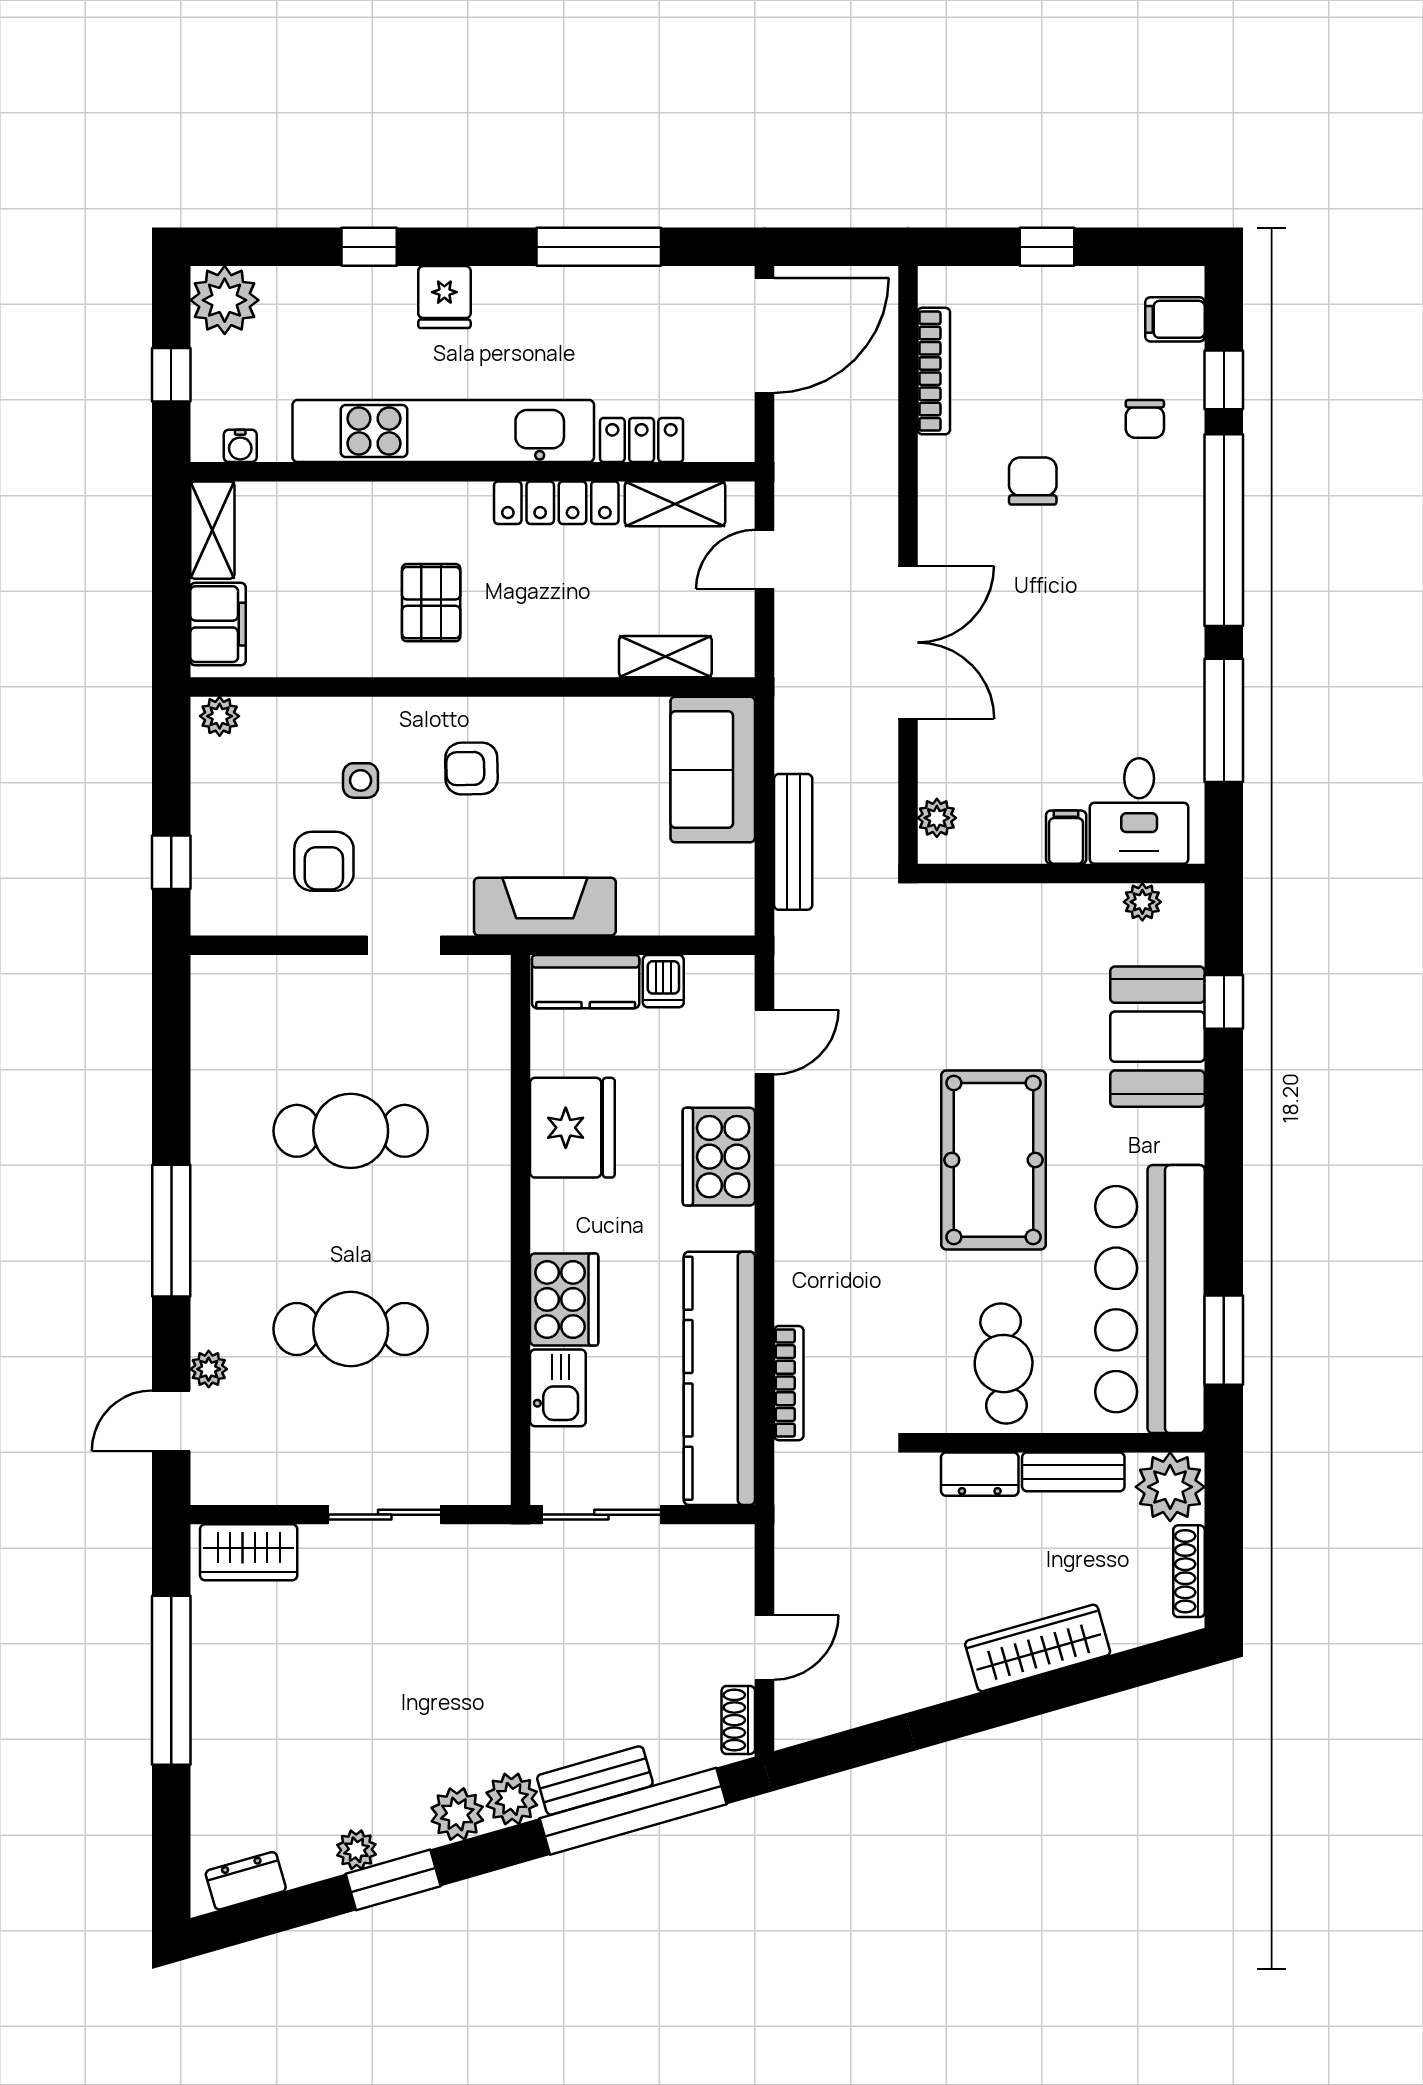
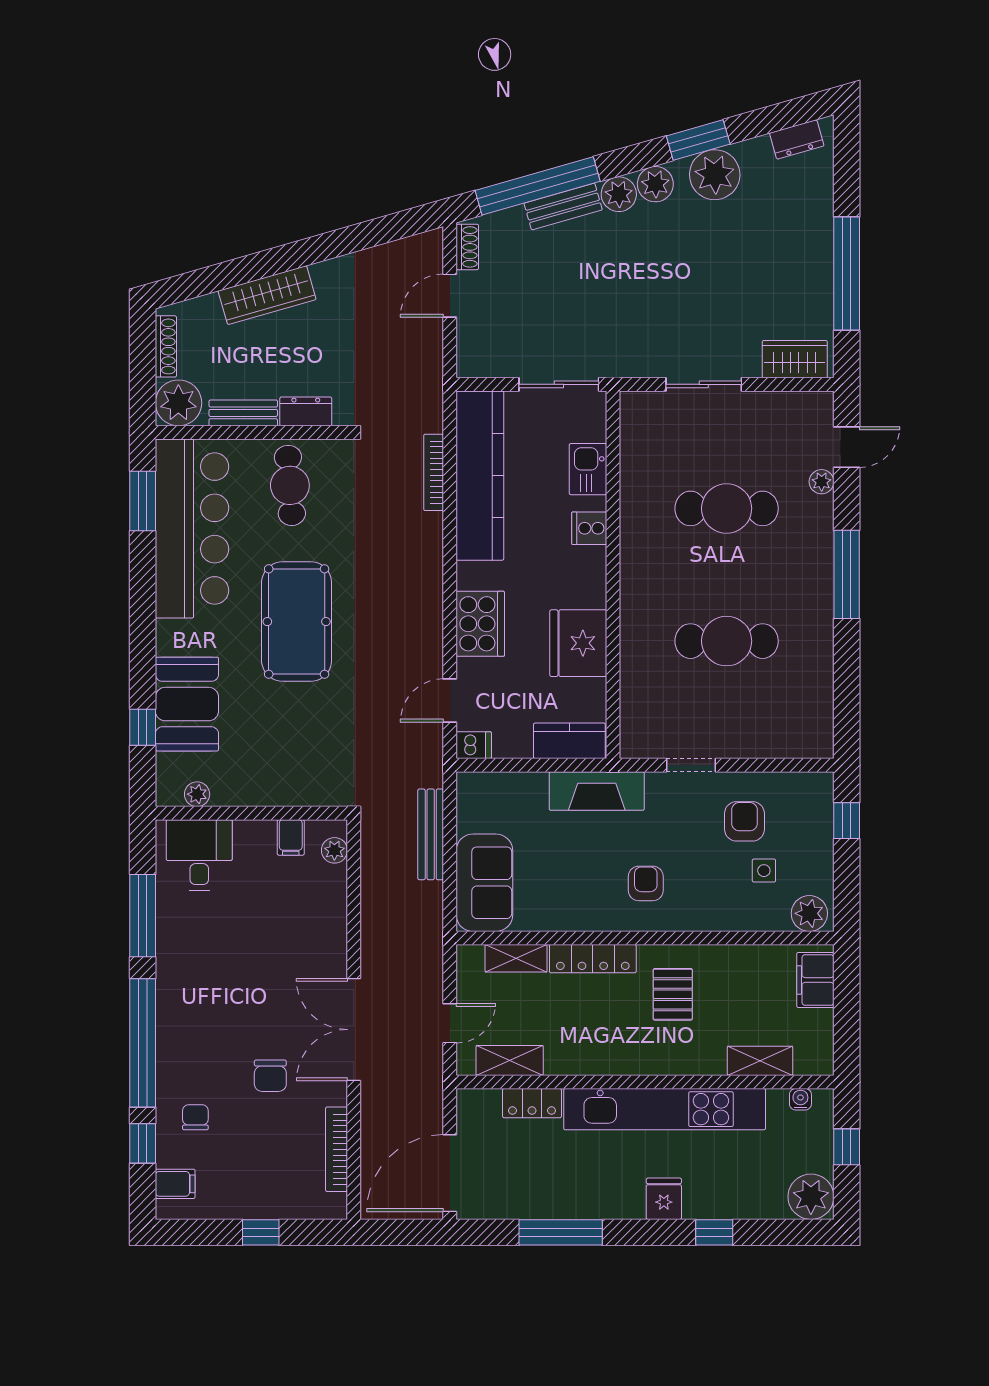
locker: (556, 503) -> (593, 959), moved, turned 180
shelving: (212, 530) -> (760, 1061), moved, turned 90
double door: (908, 642) -> (354, 1030), moved
plant: (220, 716) -> (809, 913), width x1.38, depth x1.38
armchair: (471, 768) -> (646, 883), turned -89
side table: (361, 780) -> (764, 871), moved
filing cabinet: (1066, 837) -> (291, 837), moved
dishwasher: (663, 981) -> (474, 745), moved, turned 90
cooker: (564, 1299) -> (589, 528), width x0.53, depth x0.76
plant: (356, 1850) -> (715, 175), width x1.88, depth x1.88

